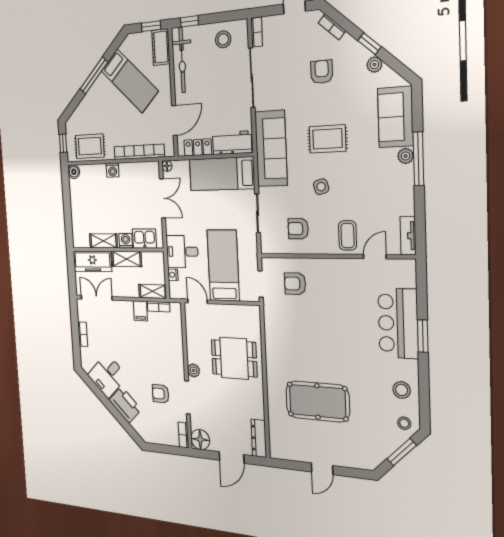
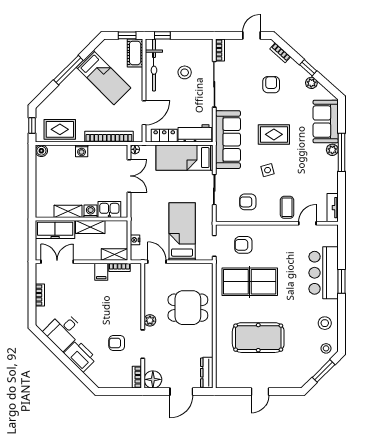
stool: (223, 39) -> (185, 72), moved
desk: (182, 252) -> (145, 220), removed
table tennis table: (304, 331) -> (250, 282), added

